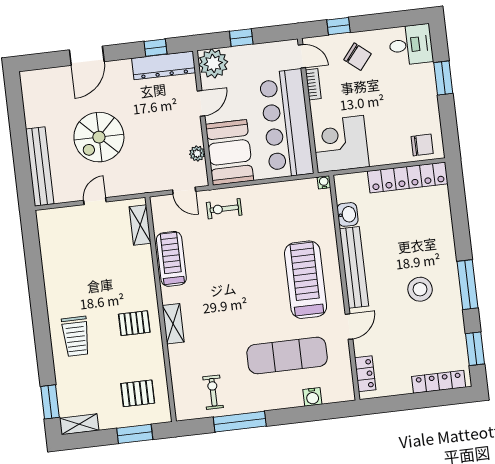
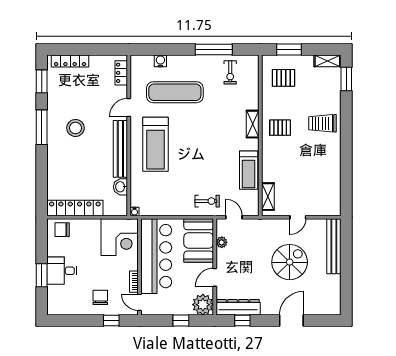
desk: (411, 45) -> (62, 271), moved
chair: (358, 57) -> (100, 297), turned 51
trolley: (76, 336) -> (323, 123), turned -90

